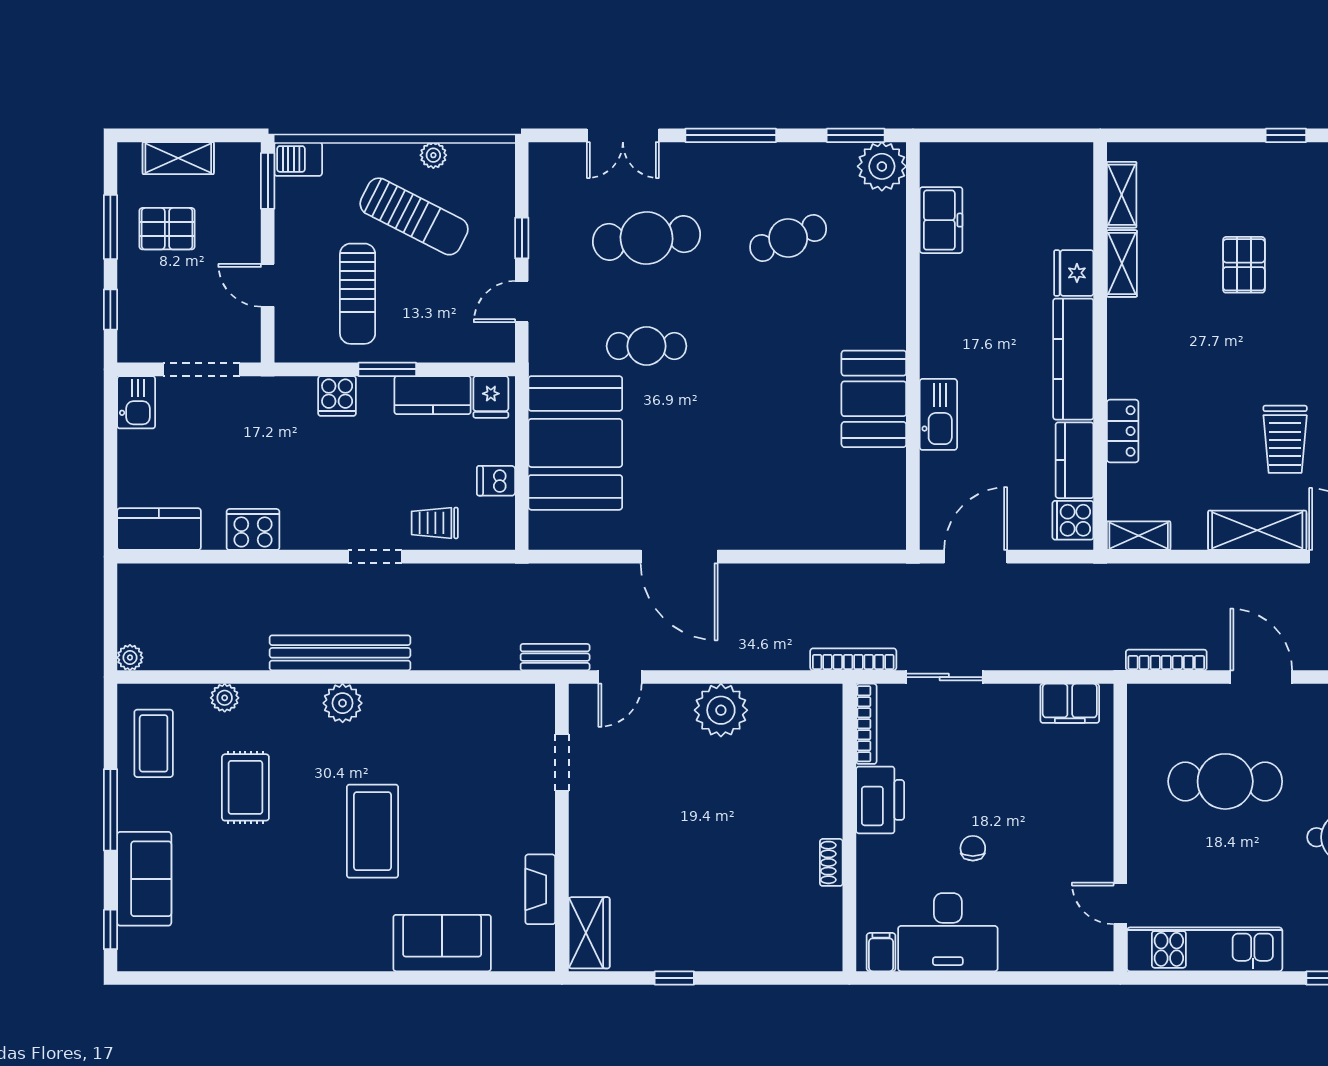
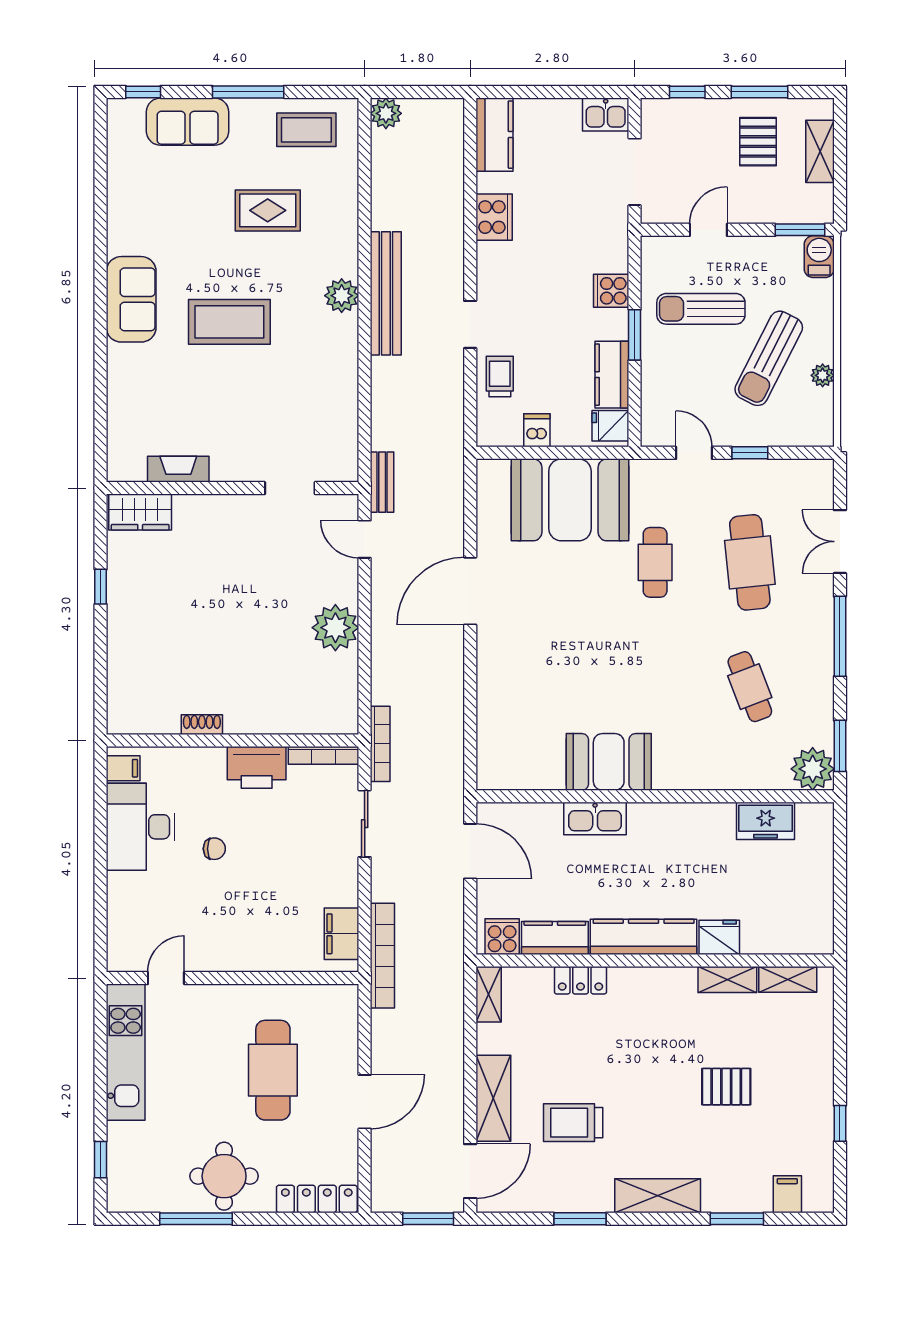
plant: (130, 658) -> (386, 113), width x1.38, depth x1.38
bookcase: (1166, 660) -> (382, 956), moved, width x1.48, depth x1.31
plant: (225, 698) -> (346, 192), removed
sofa: (442, 943) -> (131, 299), moved

